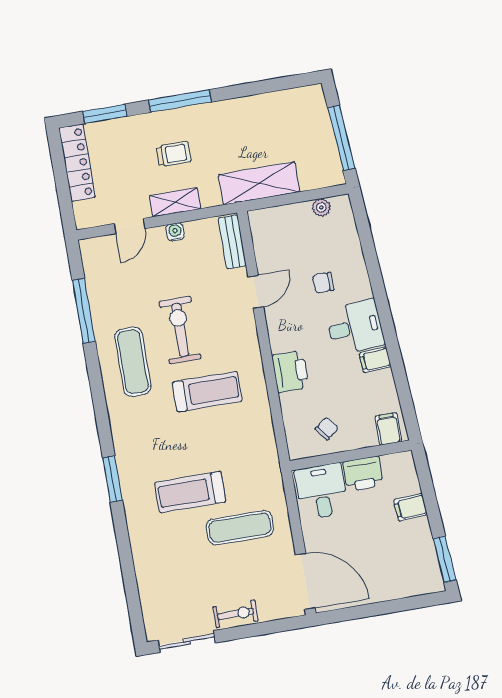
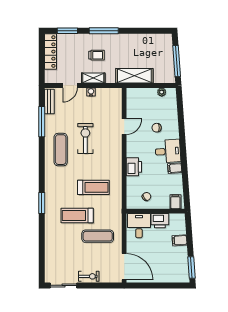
bench: (232, 242) -> (49, 102), moved
treadmill: (207, 392) -> (93, 187), moved

